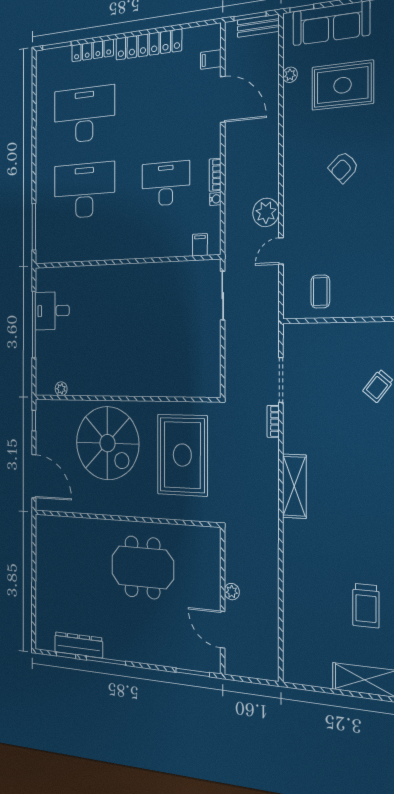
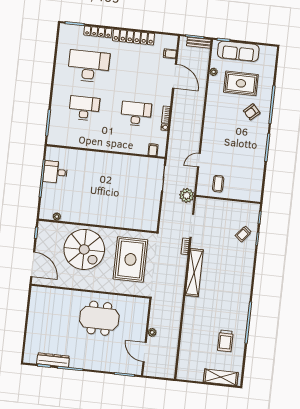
armchair: (343, 167) -> (252, 112), moved
desk: (84, 190) -> (84, 108), width x0.73, depth x0.77
plant: (266, 212) -> (187, 195), moved
shelving: (294, 486) -> (194, 273), width x1.47

